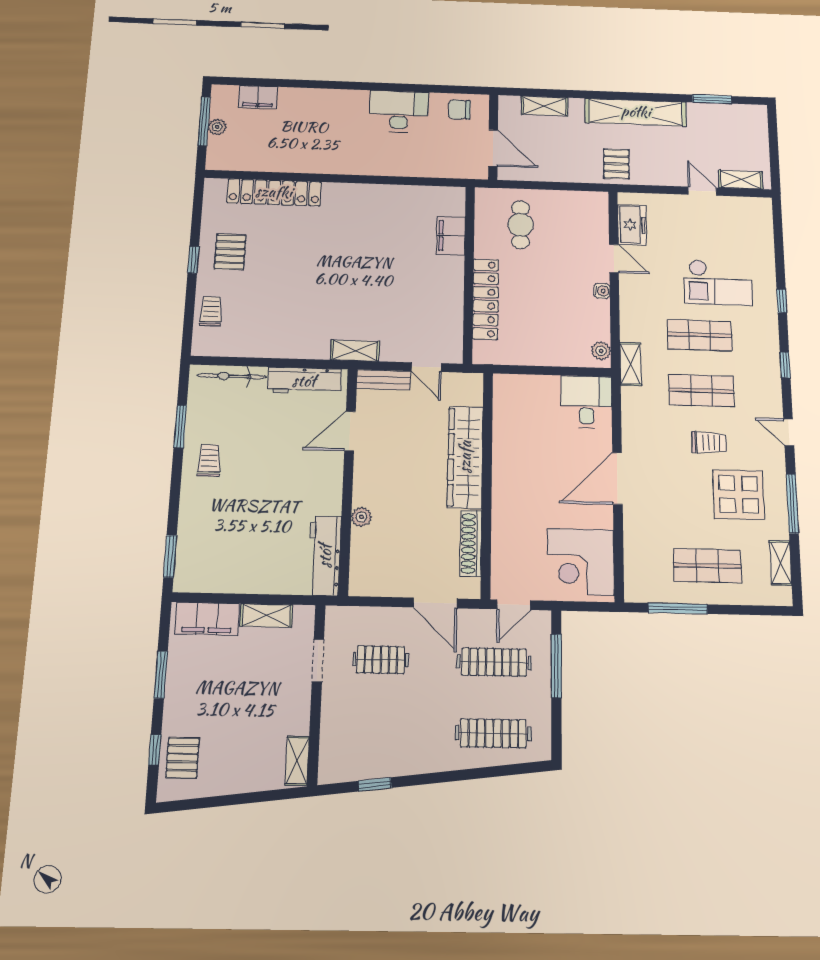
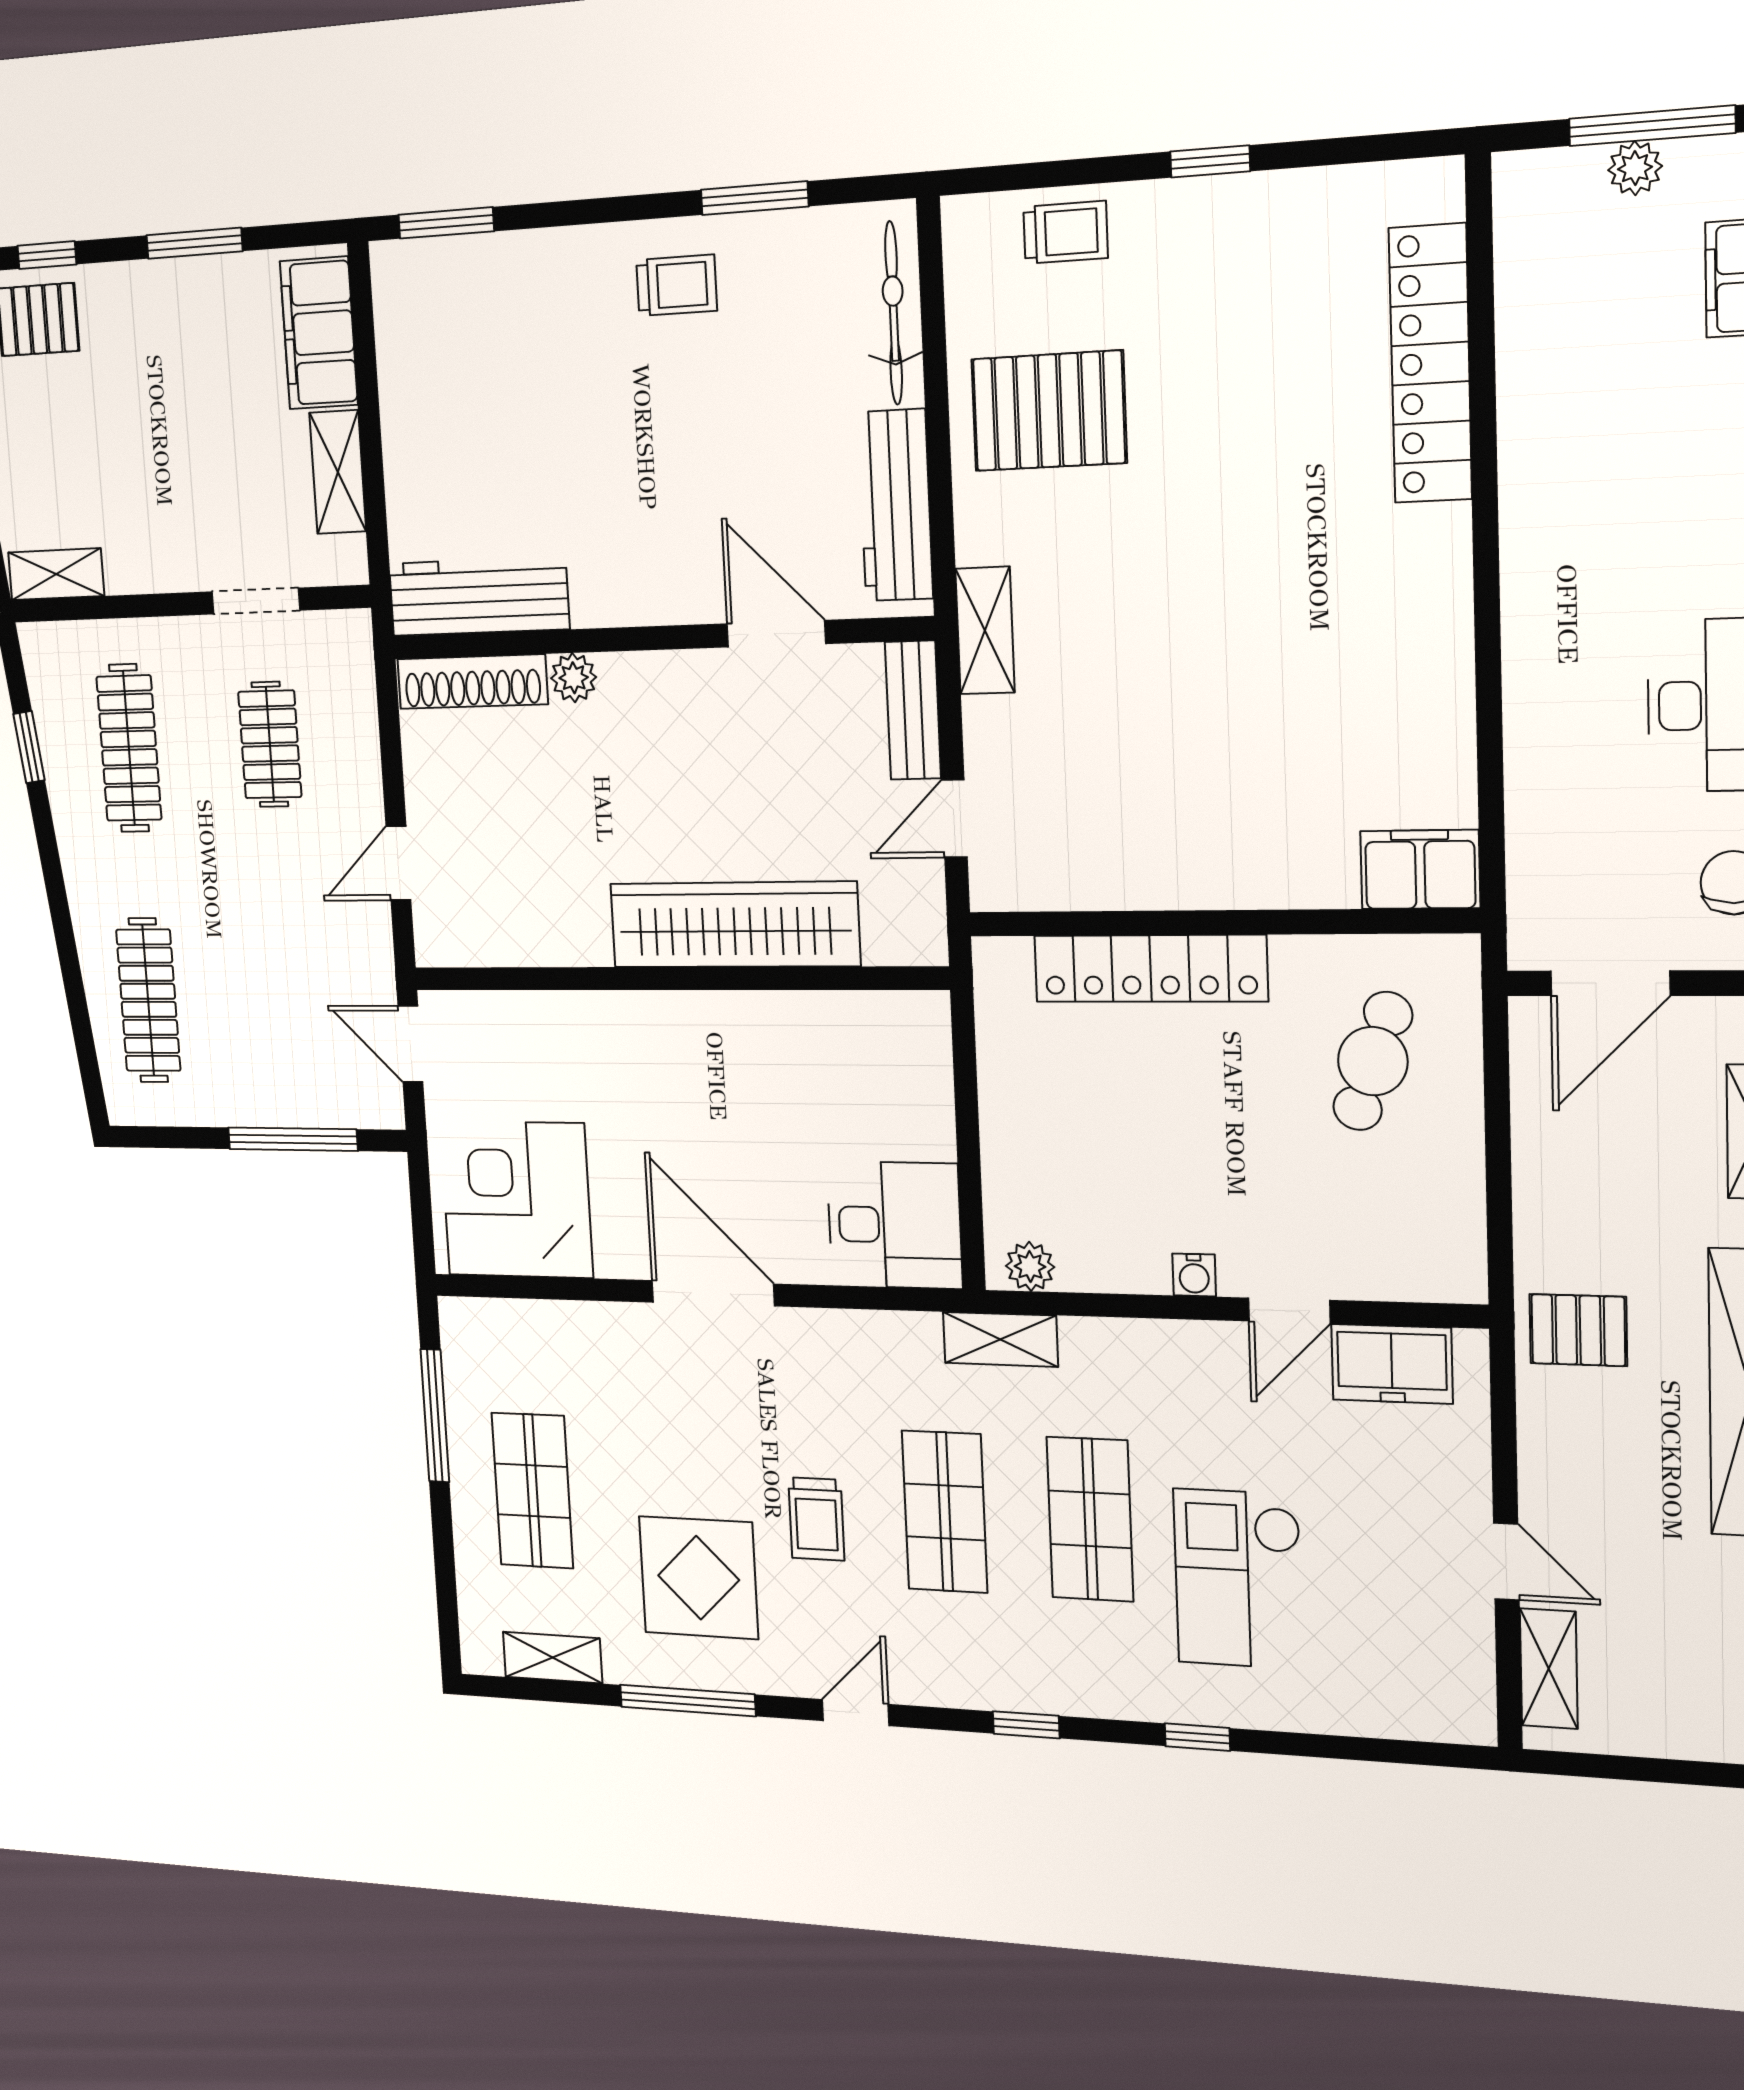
door: (702, 191) -> (1506, 1561), hinge flipped
cafe table: (521, 225) -> (1373, 1061), turned -71
filing cabinet: (451, 236) -> (1420, 869), moved
pallet: (230, 252) -> (1049, 411), moved, width x1.50, depth x1.42
shoe rack: (471, 543) -> (472, 682), moved, turned 180
door: (435, 603) -> (398, 863), width x0.73
clothes rail: (494, 662) -> (129, 748), moved

